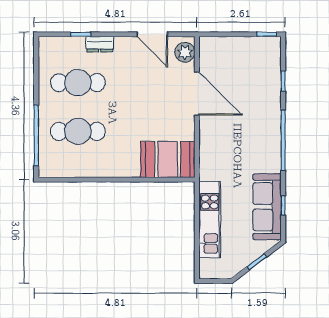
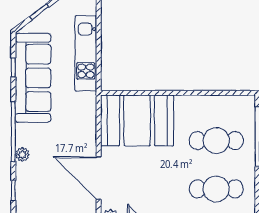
plant: (274, 117) -> (22, 154), added
booth: (168, 159) -> (137, 120), width x1.36, depth x1.42
sofa: (267, 207) -> (33, 78), width x1.36, depth x1.27

